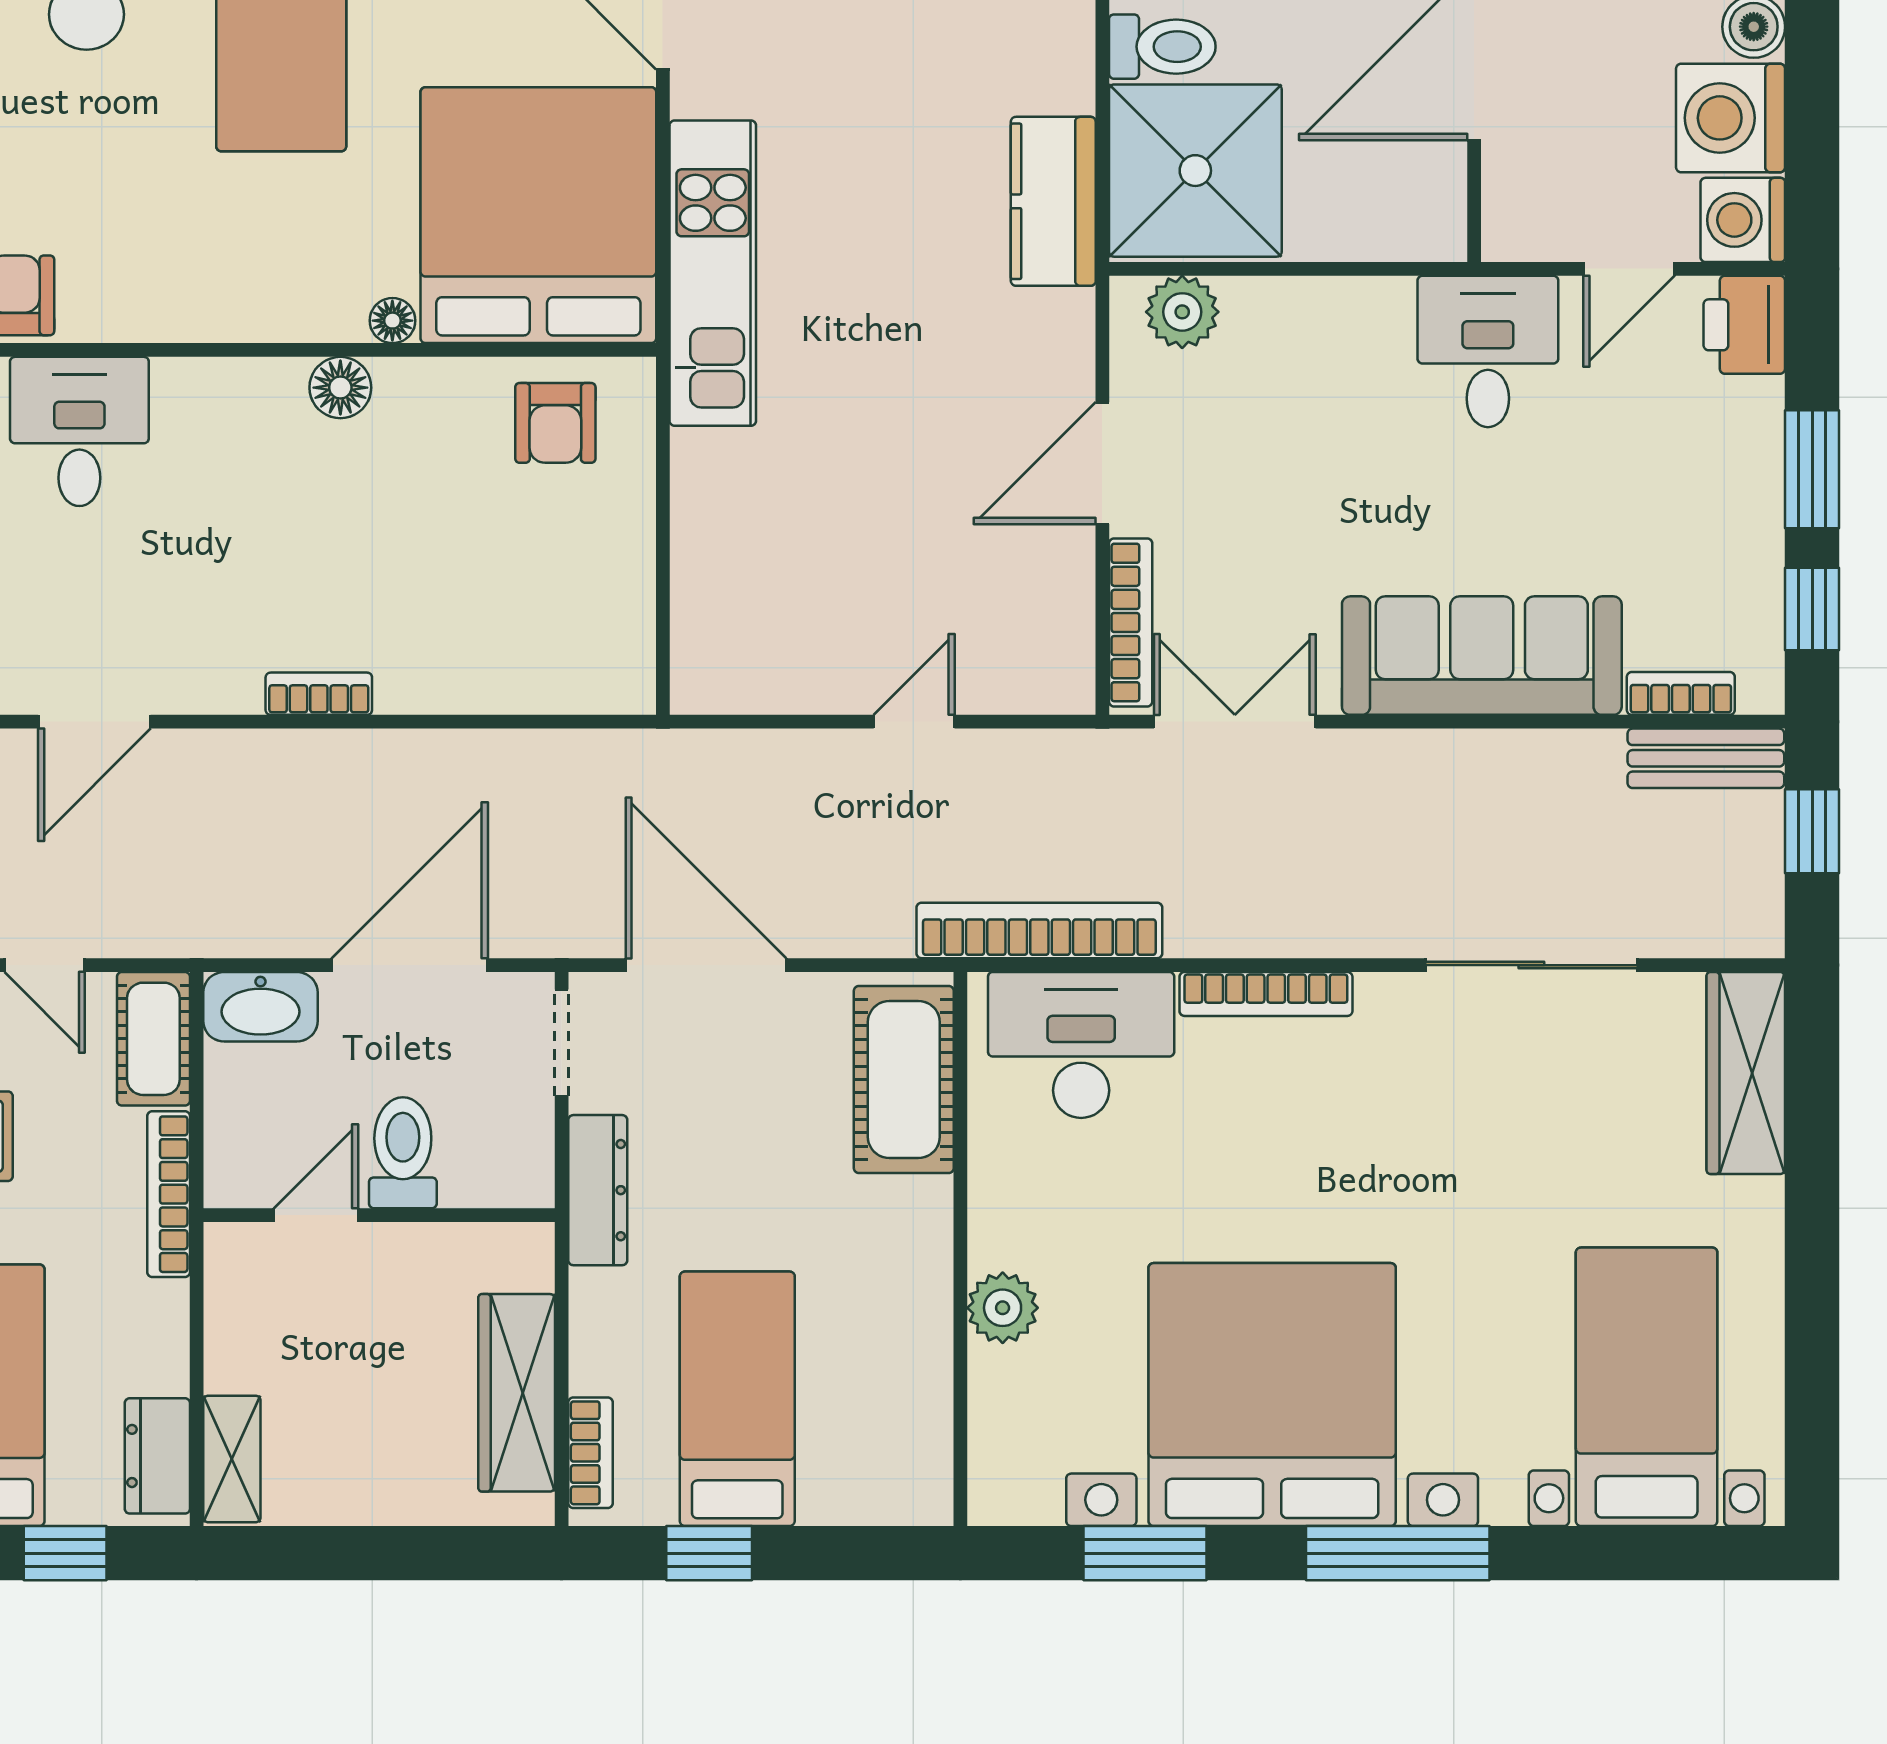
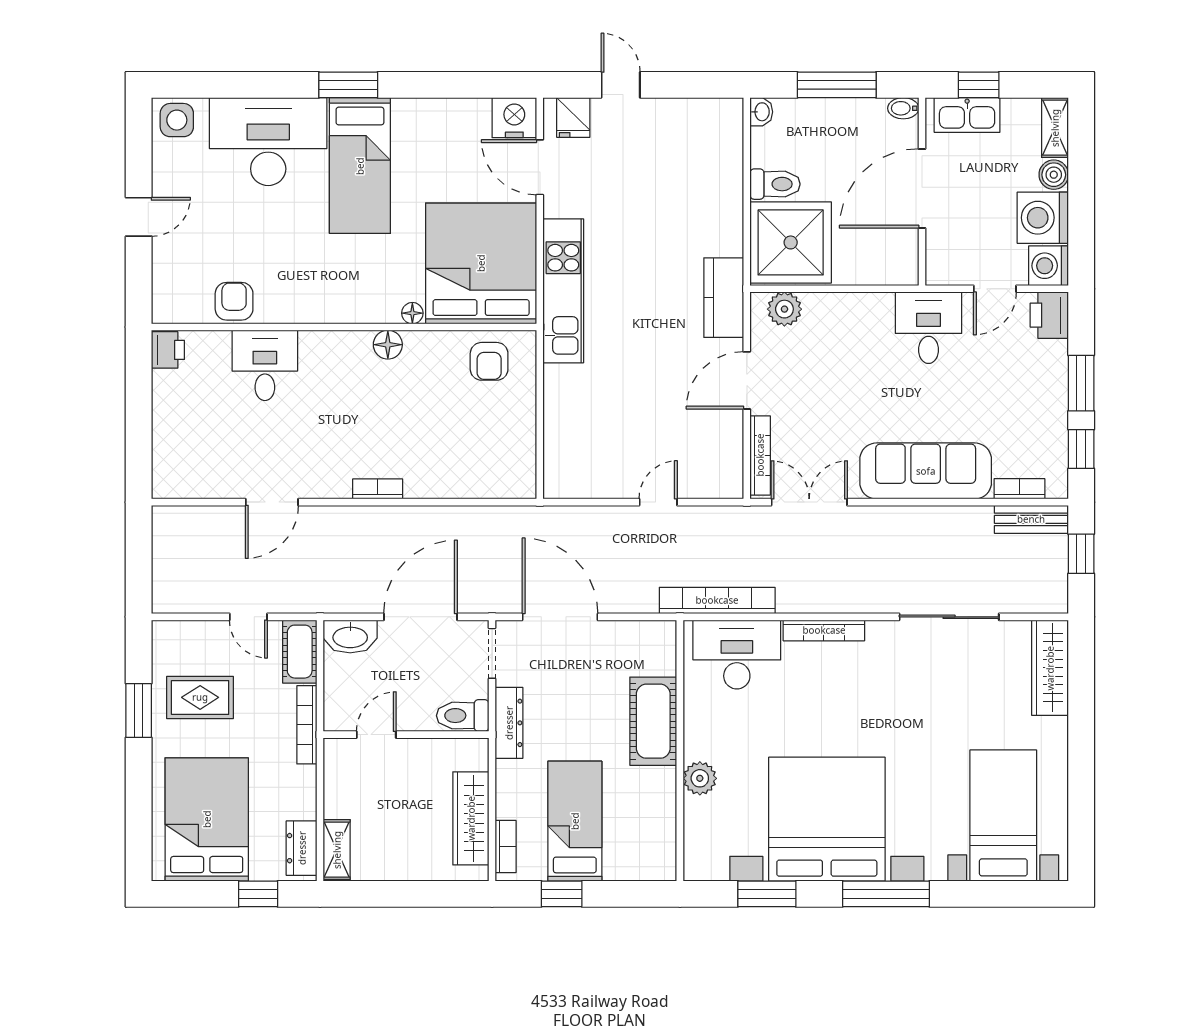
kitchen counter: (1053, 201) -> (724, 298), moved
cot: (904, 1079) -> (653, 721), moved
toilet: (403, 1153) -> (463, 716), moved, turned -90

